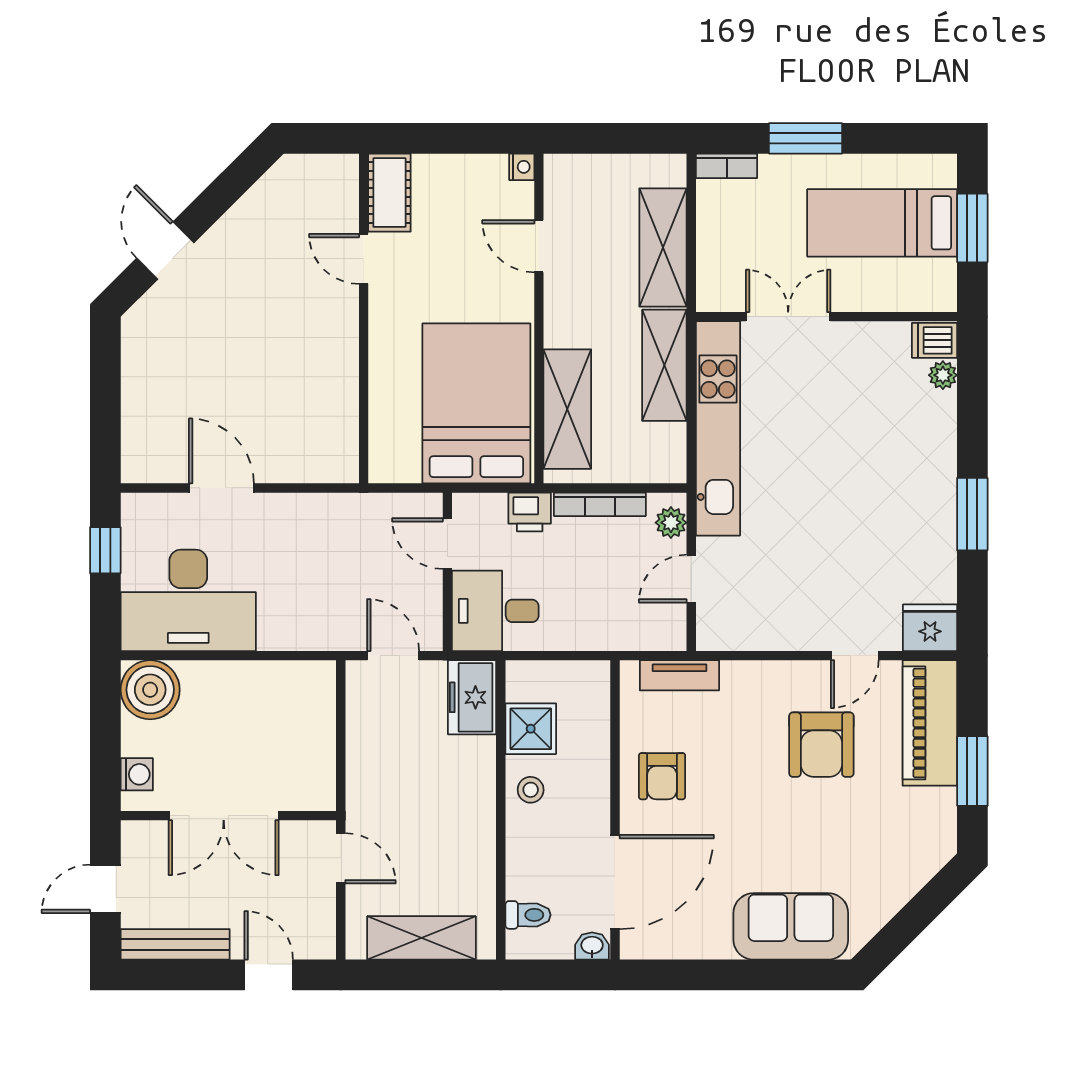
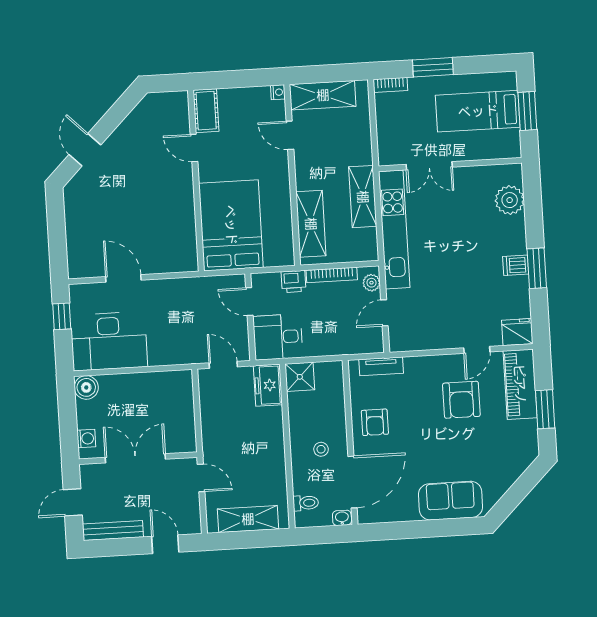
shelving: (663, 247) -> (323, 95), moved, turned 90
double door: (788, 317) -> (429, 166), swing flipped
dishwasher: (935, 340) -> (516, 265), moved
plant: (943, 375) -> (510, 200), width x1.88, depth x1.88
bed: (476, 403) -> (231, 225), moved
boiler: (150, 690) -> (86, 387), width x0.73, depth x0.73
shower: (531, 729) -> (300, 377), moved
stool: (531, 790) -> (321, 449), moved
double door: (224, 816) -> (135, 458), swing flipped

